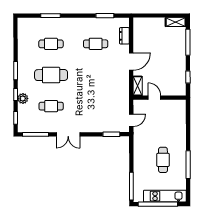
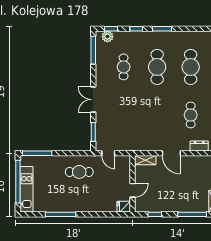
cafe table: (51, 44) -> (191, 67), width x1.37, depth x1.35
door: (154, 98) -> (133, 190), moved
plant: (23, 99) -> (107, 37), moved
fridge: (181, 106) -> (124, 207), added
double door: (68, 134) -> (93, 100), moved
cafe table: (163, 160) -> (79, 172), moved

